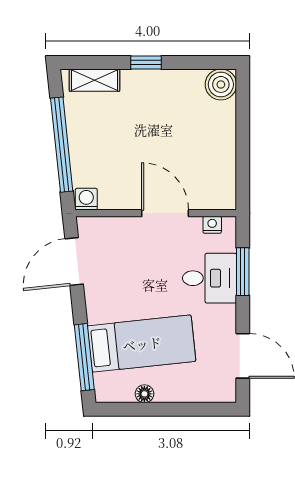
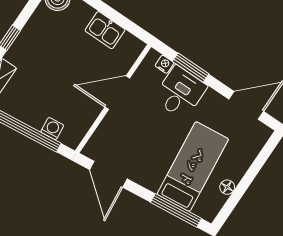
kitchen sink: (221, 156) -> (105, 30), added
washing machine: (86, 199) -> (52, 129), moved, turned 84
nightstand: (212, 225) -> (165, 64), moved, turned 90

